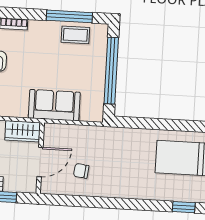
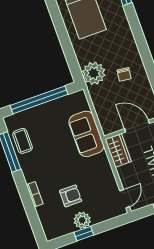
plant: (115, 140) -> (94, 73), added
chair: (81, 171) -> (124, 74), moved

